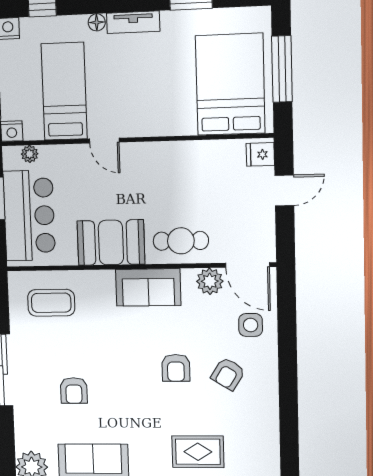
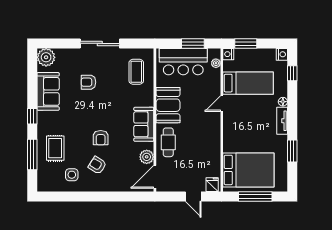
side table: (251, 325) -> (72, 175), moved
armchair: (176, 368) -> (101, 138), turned -90

